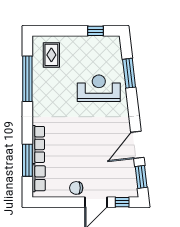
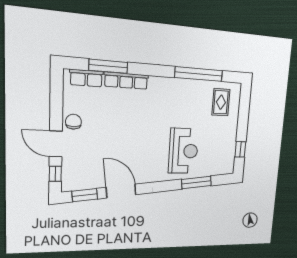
rug: (51, 55) -> (221, 102), turned 90

